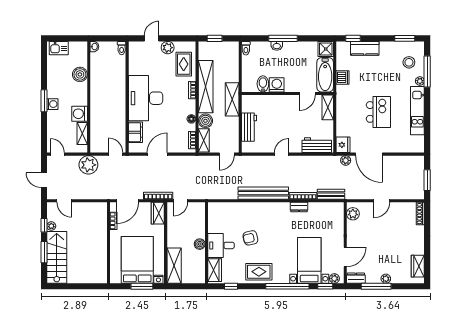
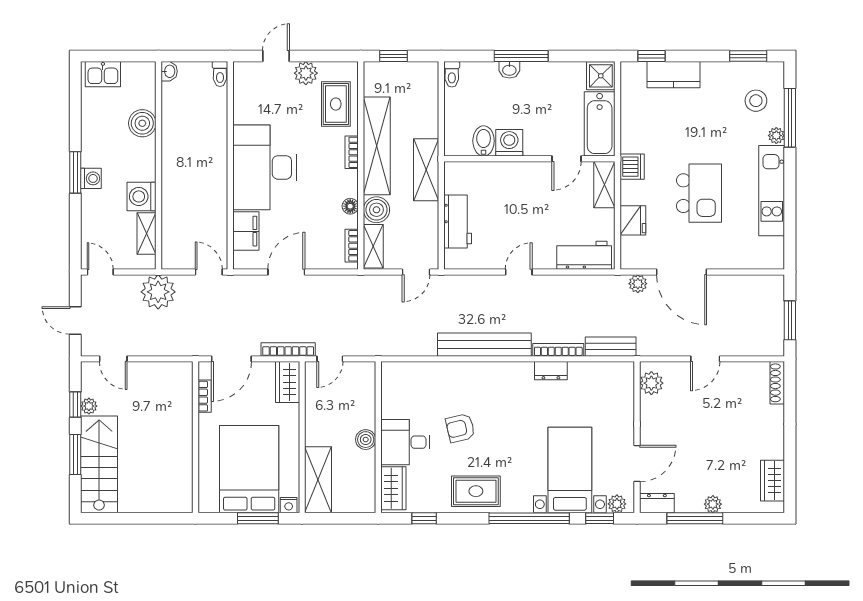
dishwasher: (343, 77) -> (632, 167), moved
fridge: (343, 145) -> (633, 220), moved

